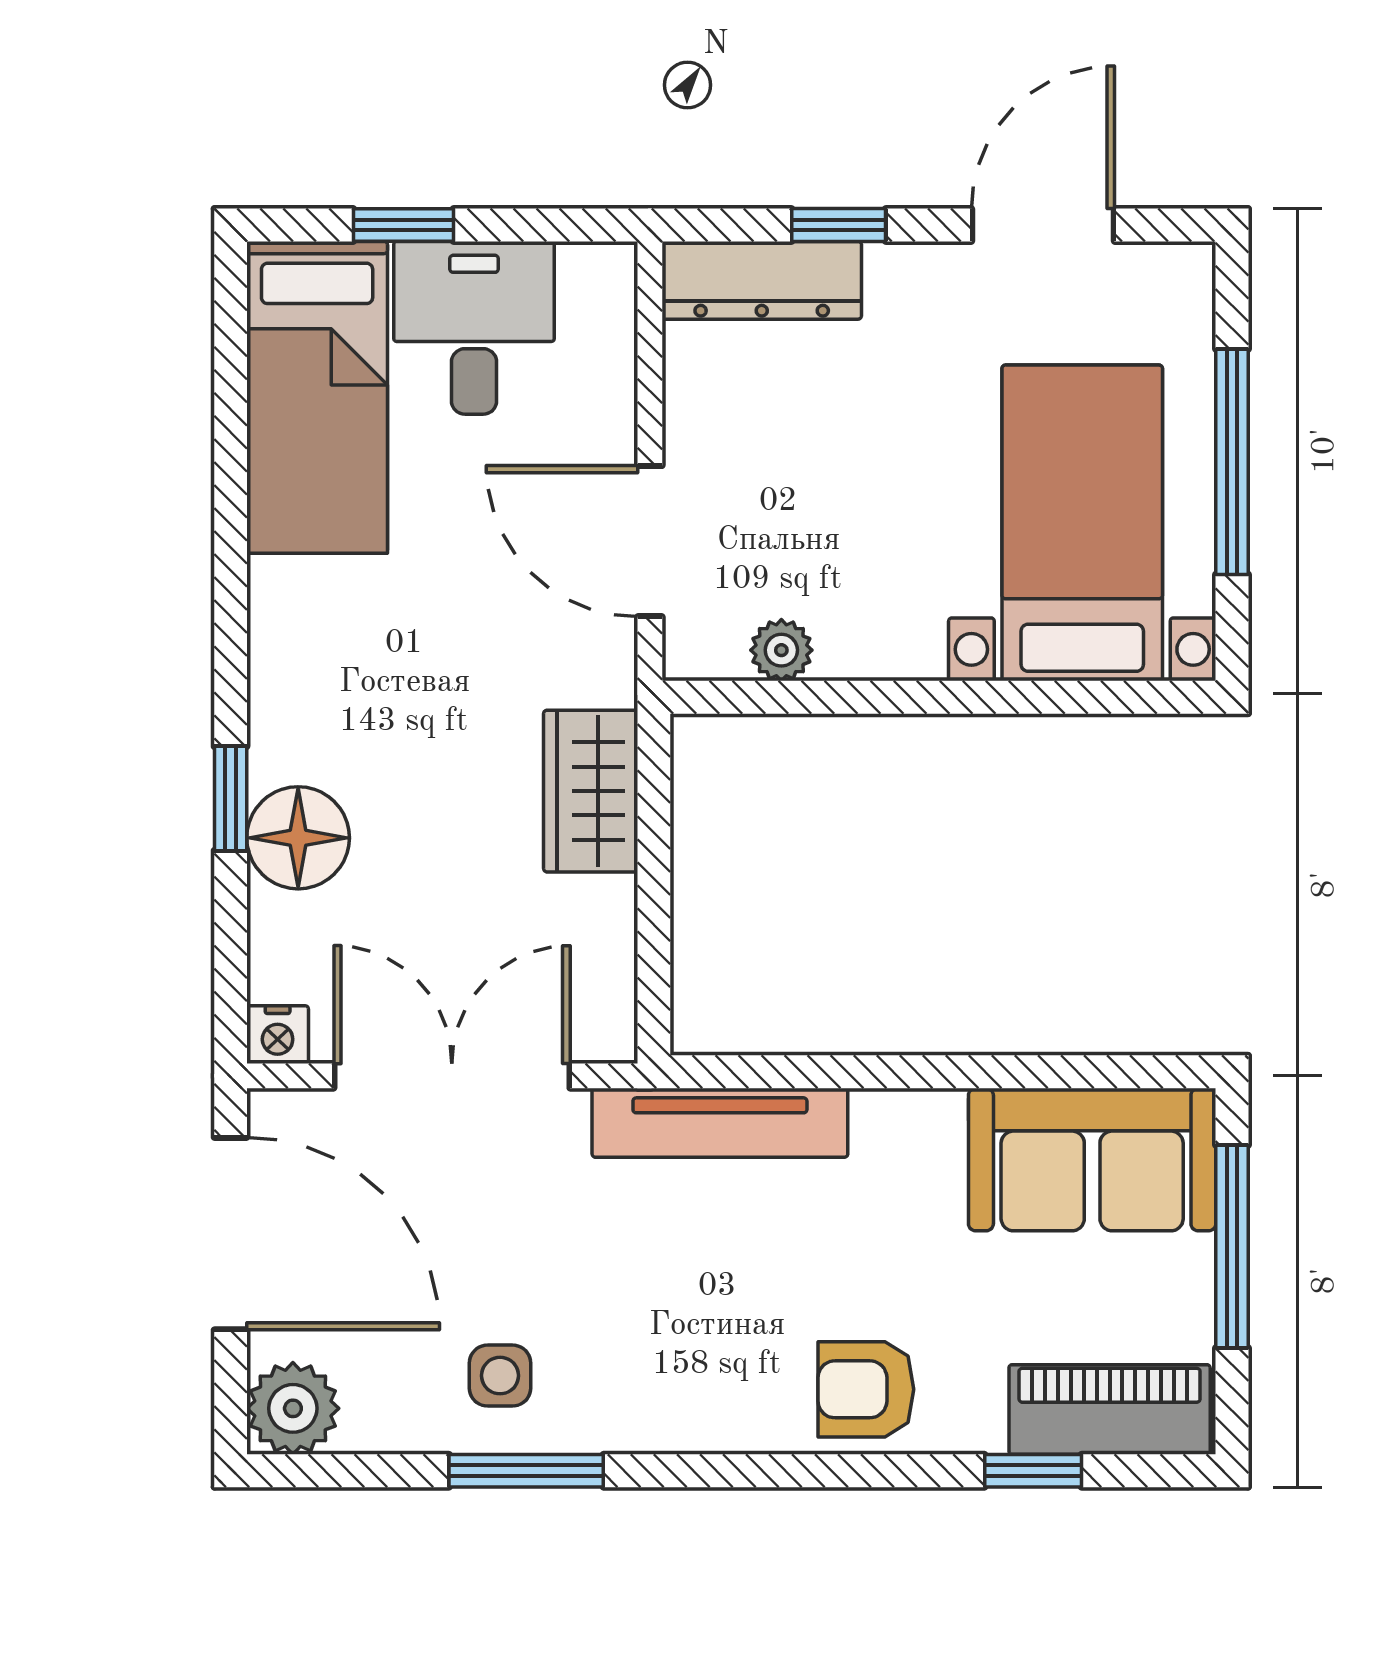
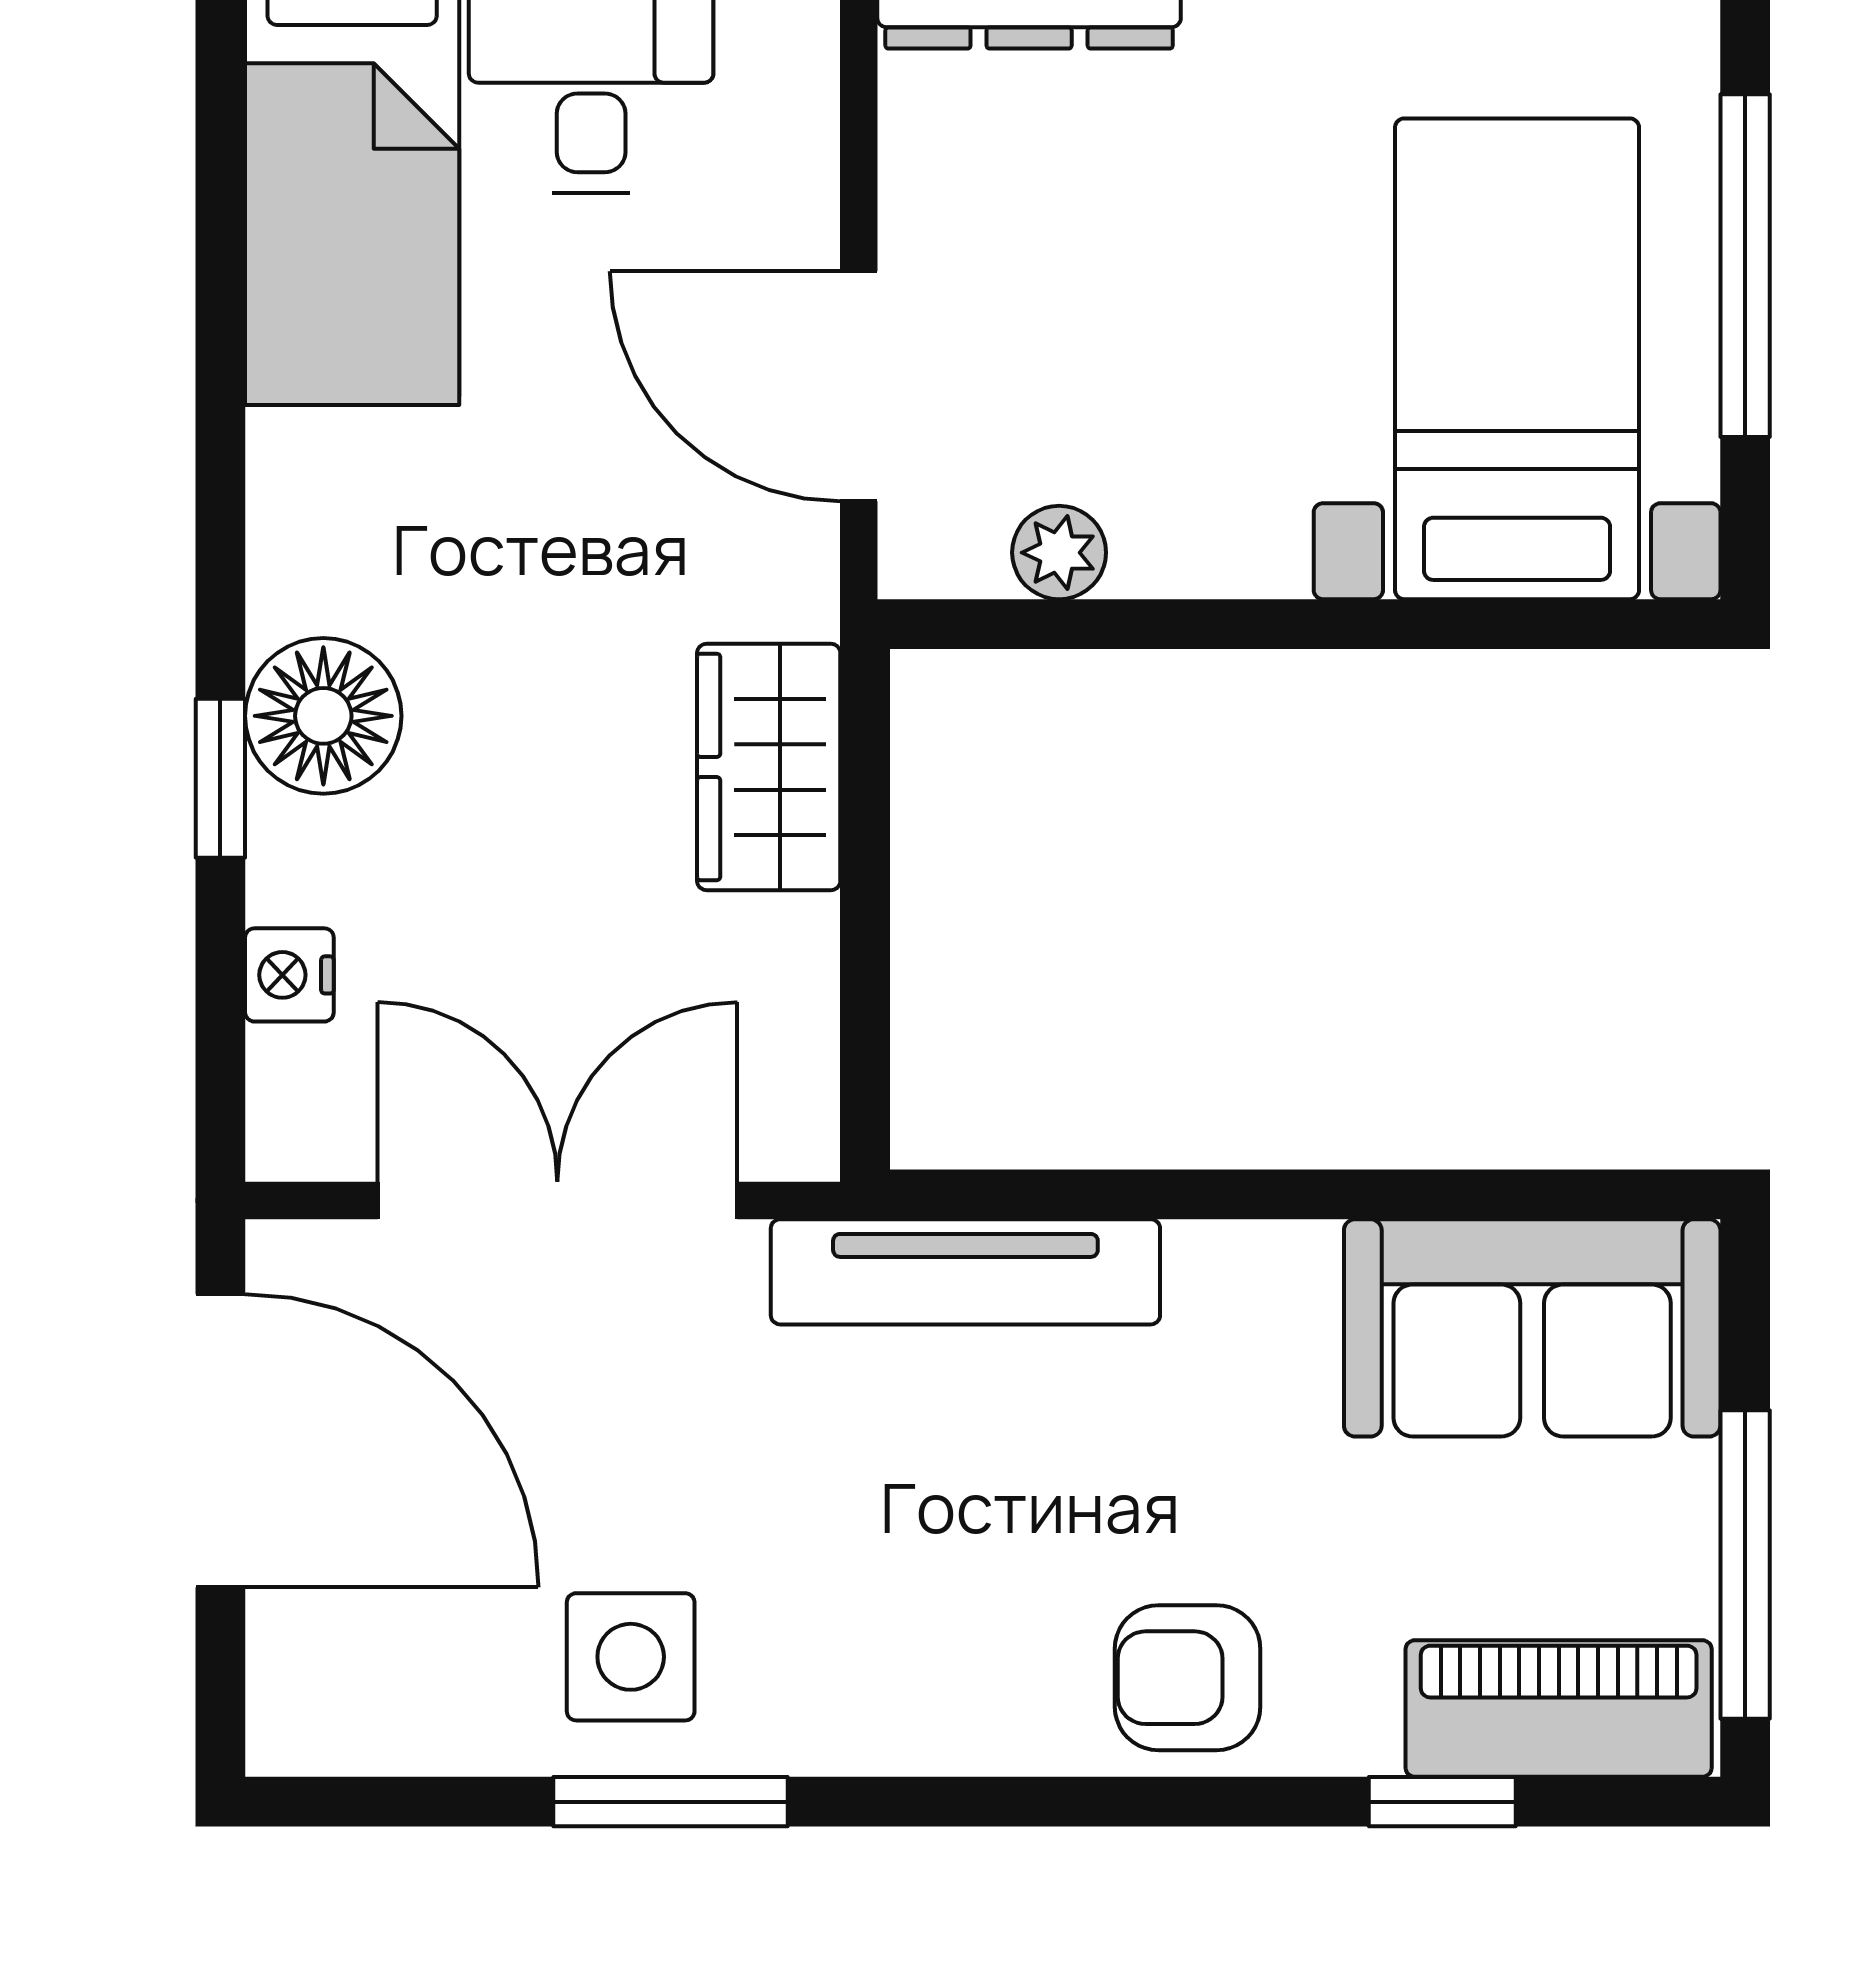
floor lamp: (298, 838) -> (323, 716), moved
nightstand: (278, 1035) -> (289, 975), moved, turned 90
window: (1232, 1246) -> (1745, 1564), moved
side table: (500, 1376) -> (631, 1657), width x1.37, depth x1.37
plant: (293, 1408) -> (315, 1707), removed

